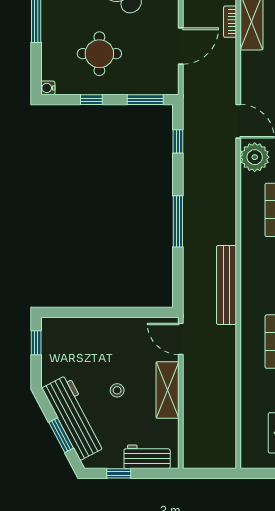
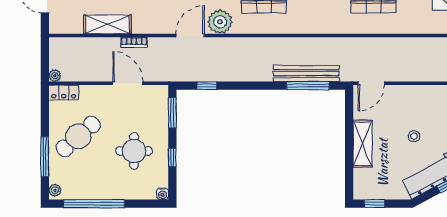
bookcase: (230, 22) -> (134, 42), moved
window: (178, 221) -> (308, 86), moved
bench: (226, 285) -> (306, 74), moved
shelving: (167, 390) -> (363, 144), moved, turned 90

